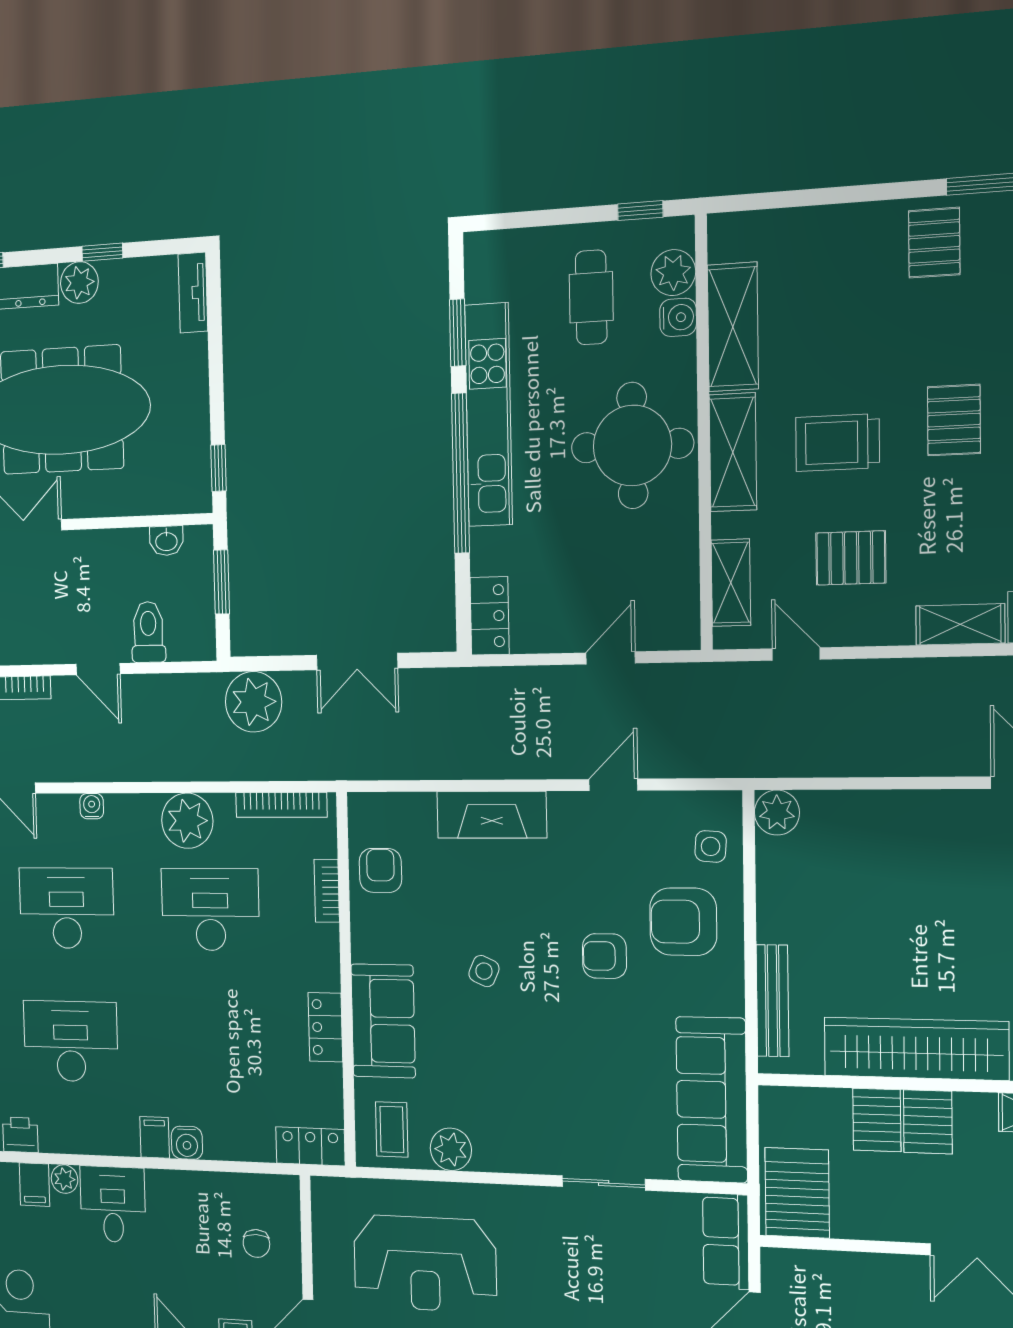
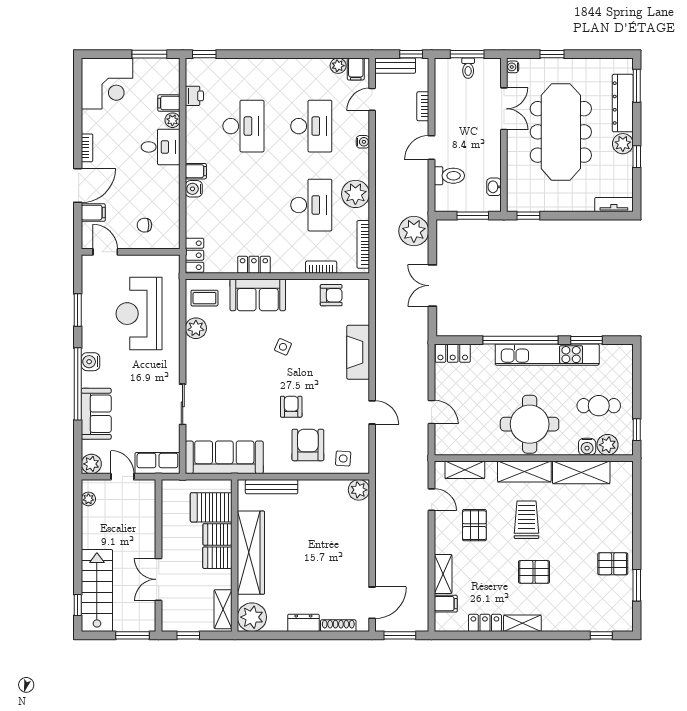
door: (796, 654) -> (432, 500), hinge flipped
server rack: (797, 1193) -> (211, 507), moved, turned 180

